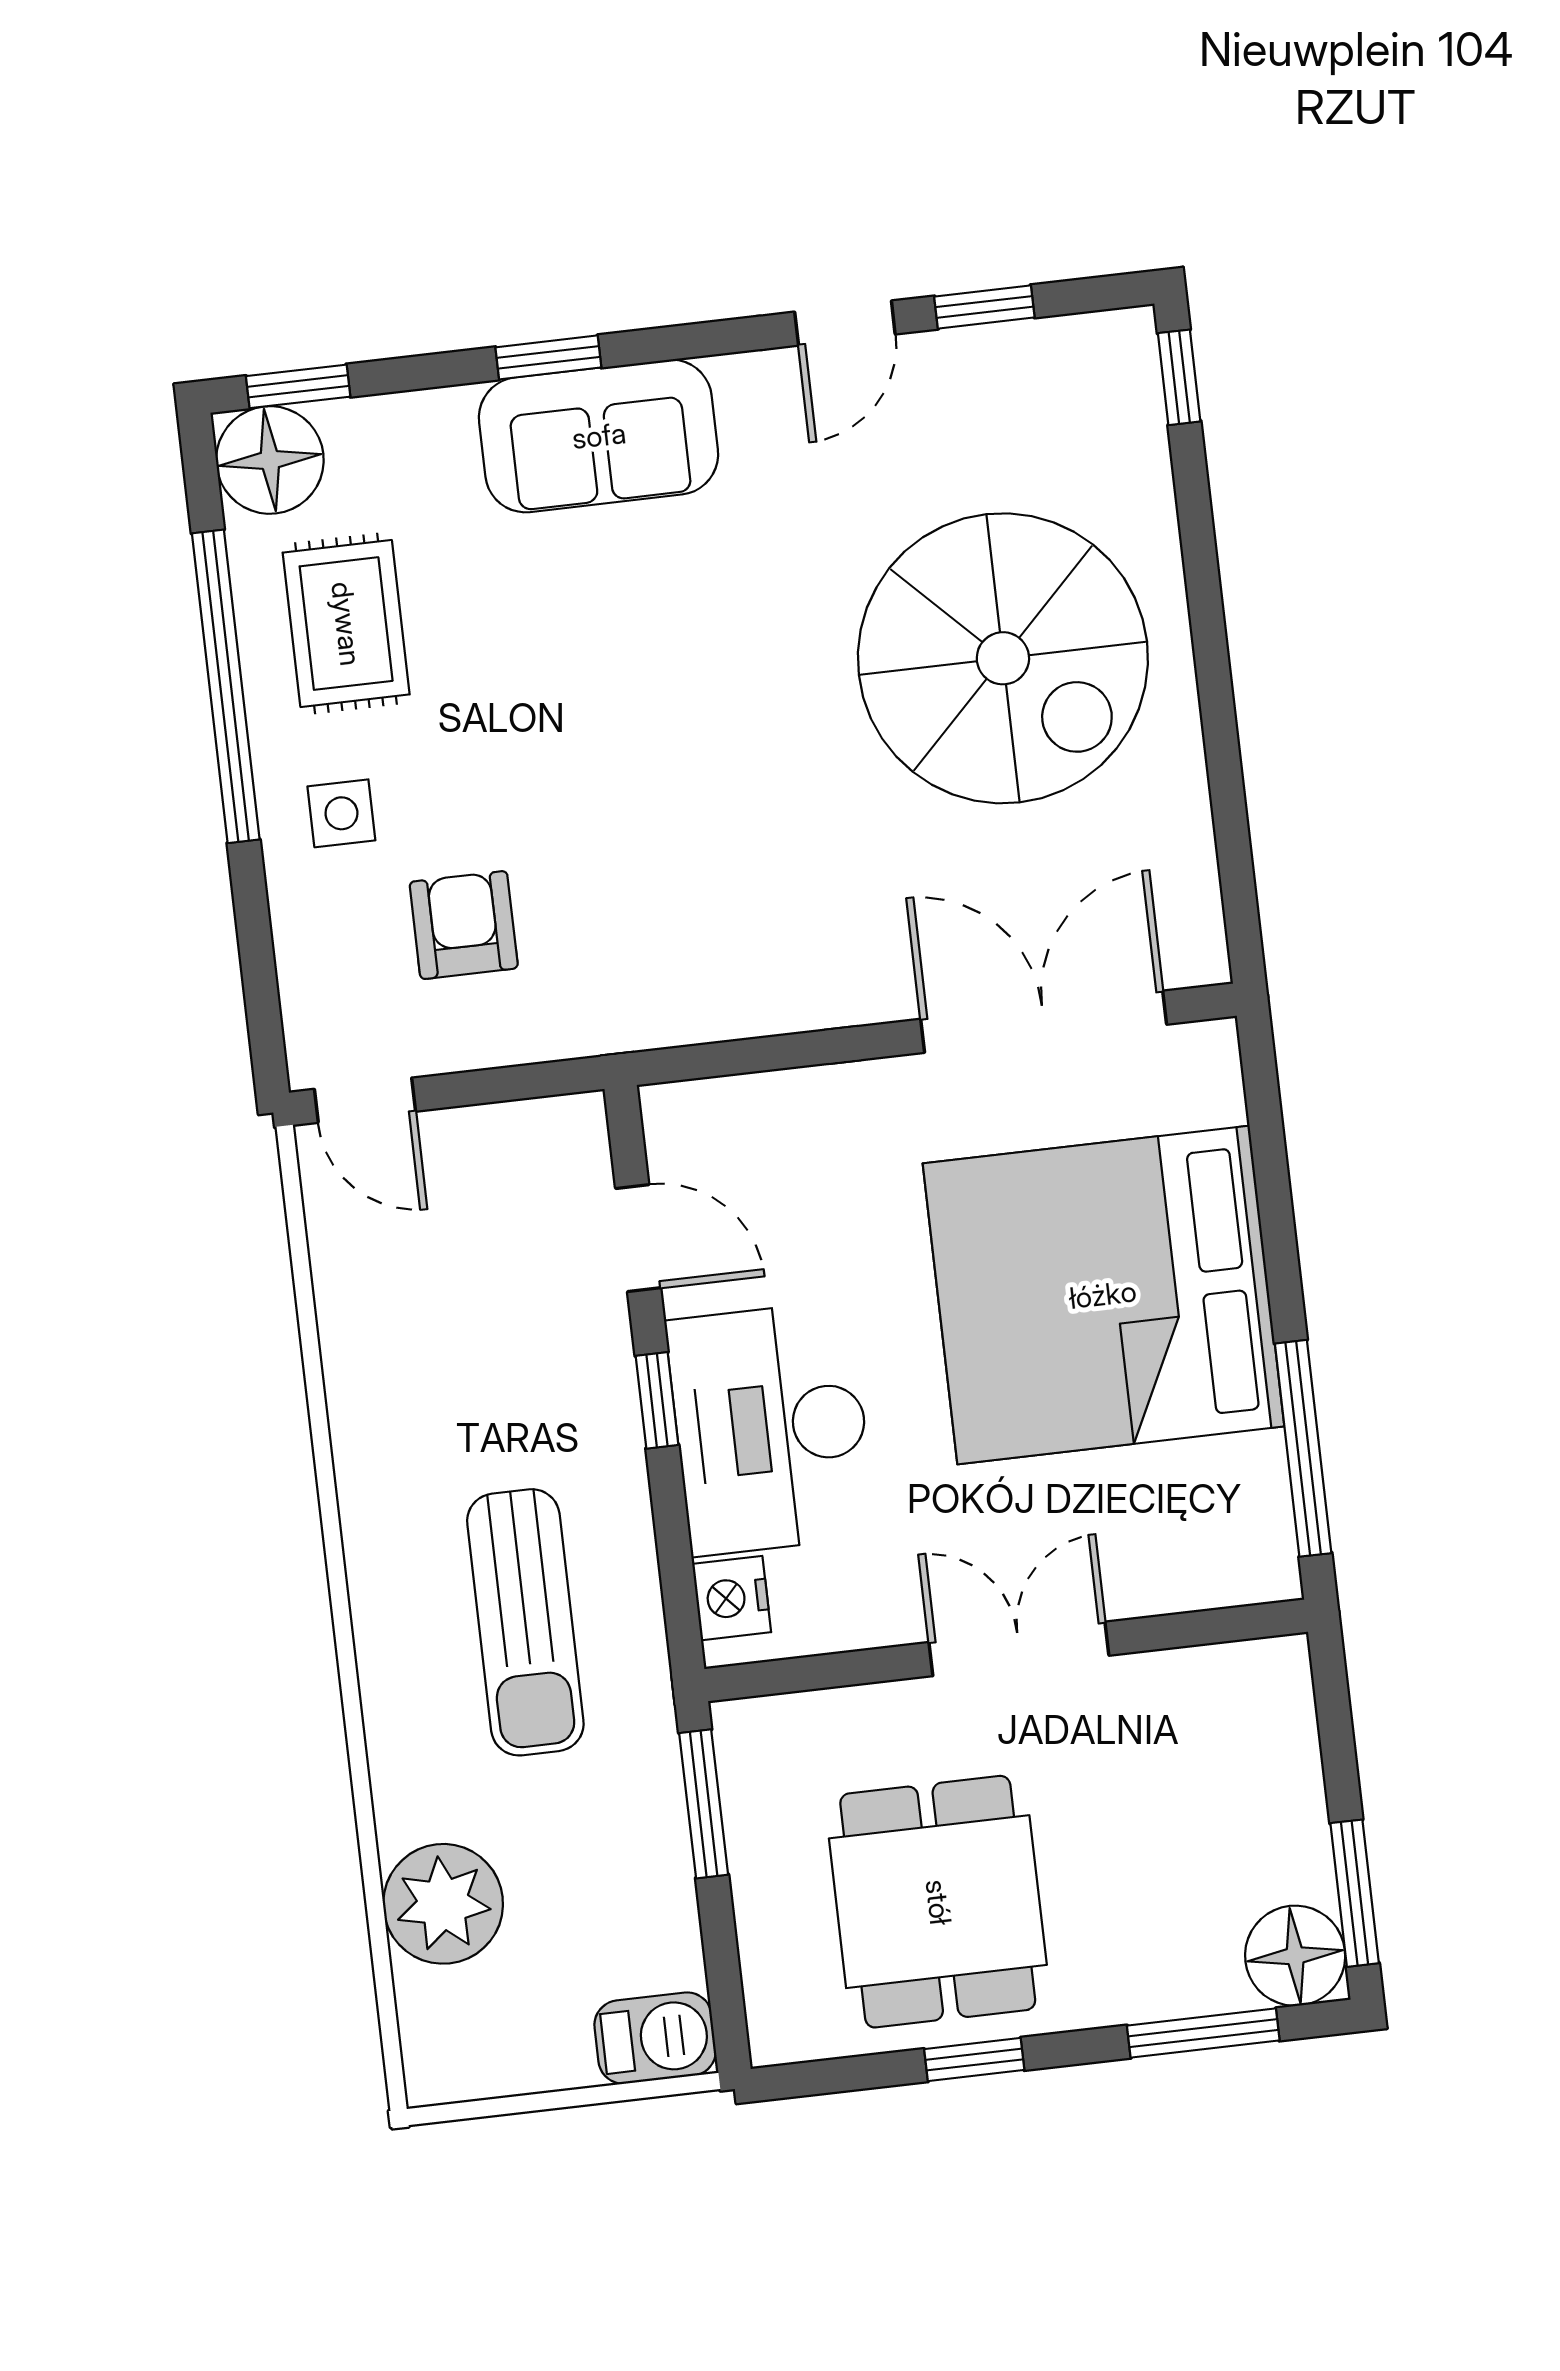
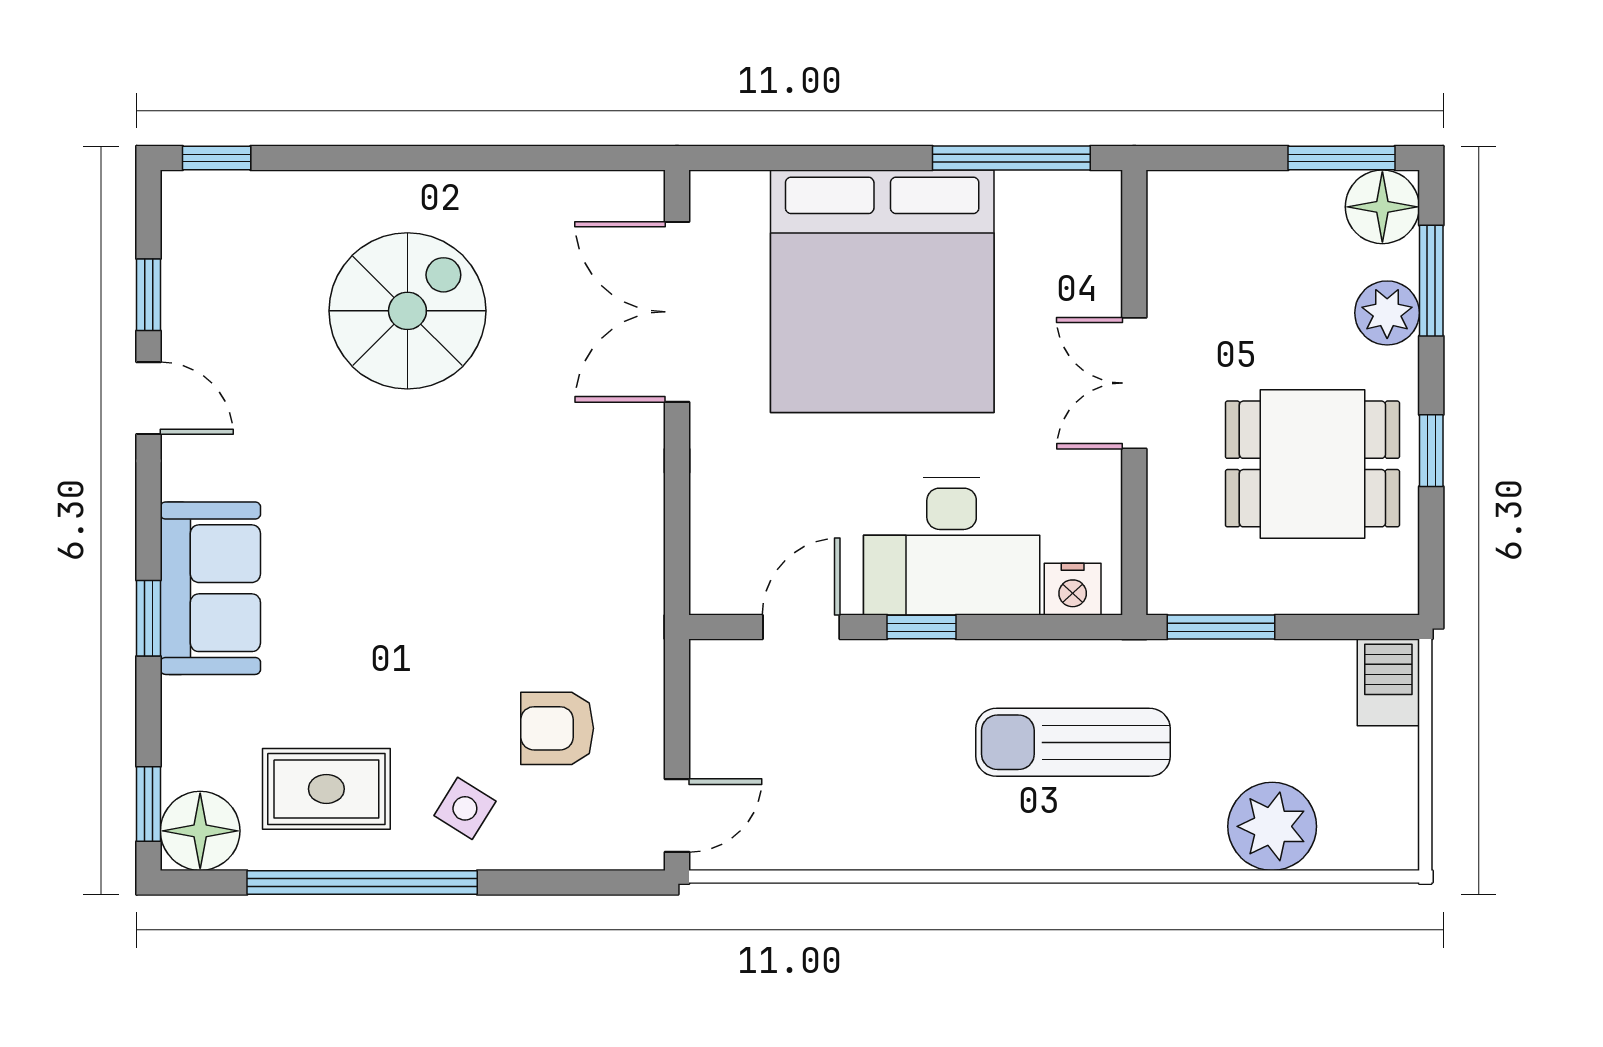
spiral stairs: (1003, 658) -> (407, 311), width x0.73, depth x0.73
side table: (341, 813) -> (465, 808), turned 32
sun lounger: (525, 1622) -> (1073, 742), turned 180
plant: (1153, 1979) -> (1387, 313), added

